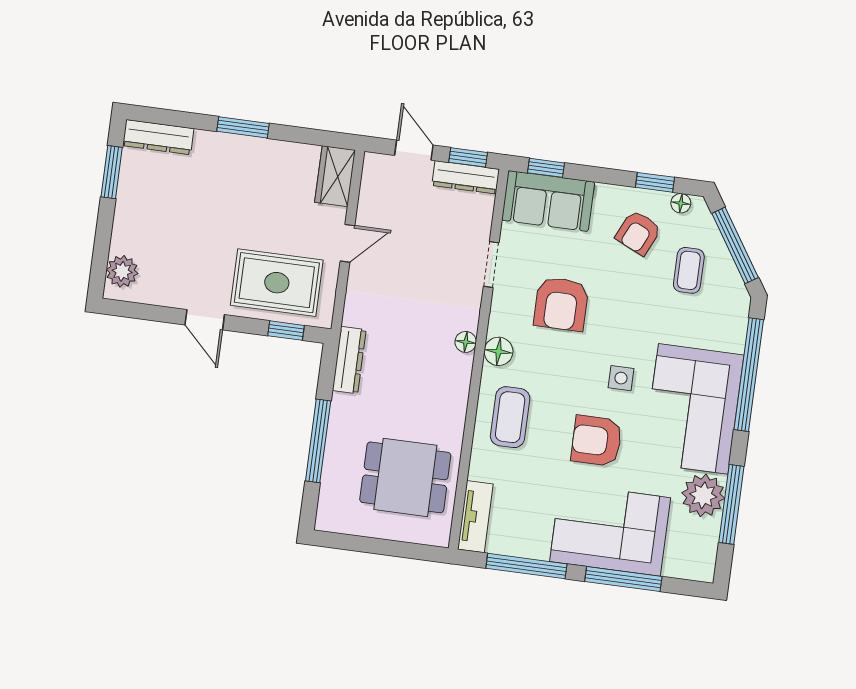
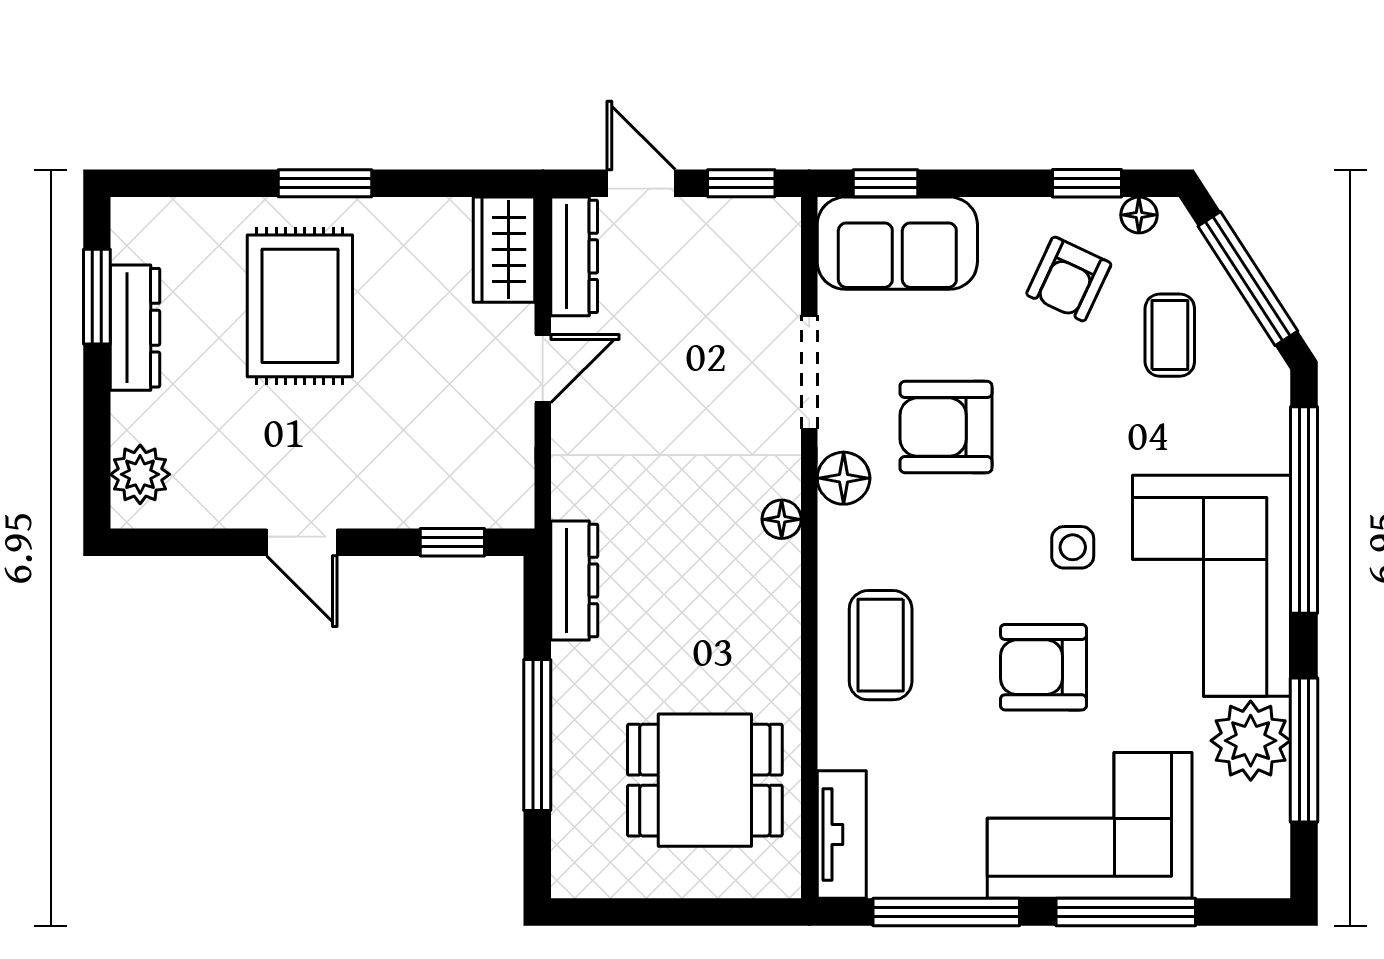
dresser: (158, 137) -> (135, 328), moved, turned -90
dresser: (466, 177) -> (574, 256), moved, turned -90
doorway: (491, 265) -> (809, 372), width x1.38
rug: (277, 283) -> (300, 306), moved, turned 90
armchair: (561, 304) -> (946, 427), turned 90
floor lamp: (498, 351) -> (844, 478), moved

